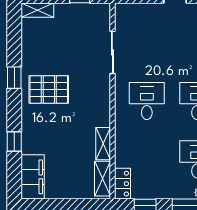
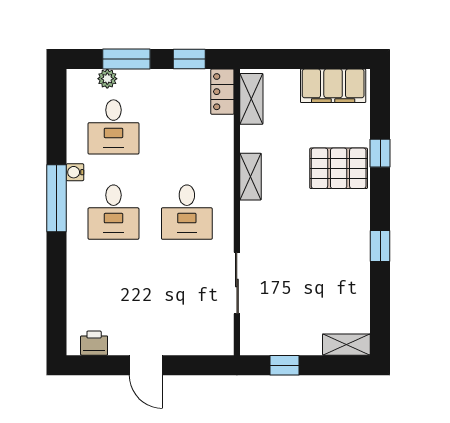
pallet: (49, 89) -> (339, 168), moved
shelving: (103, 144) -> (250, 177), moved
filing cabinet: (33, 177) -> (333, 86), moved, turned -90

